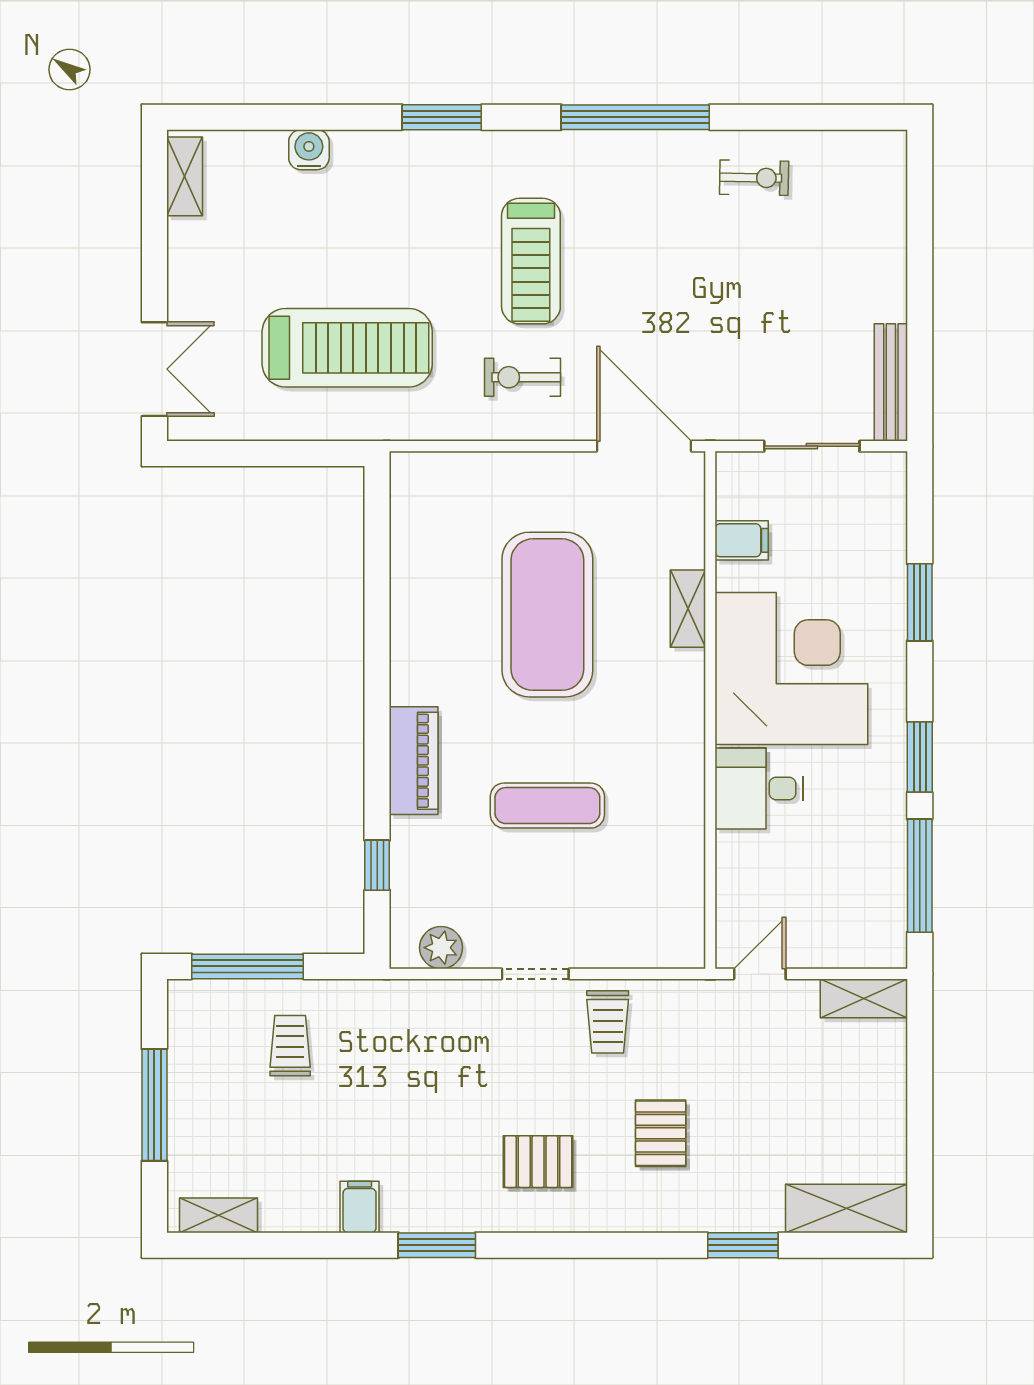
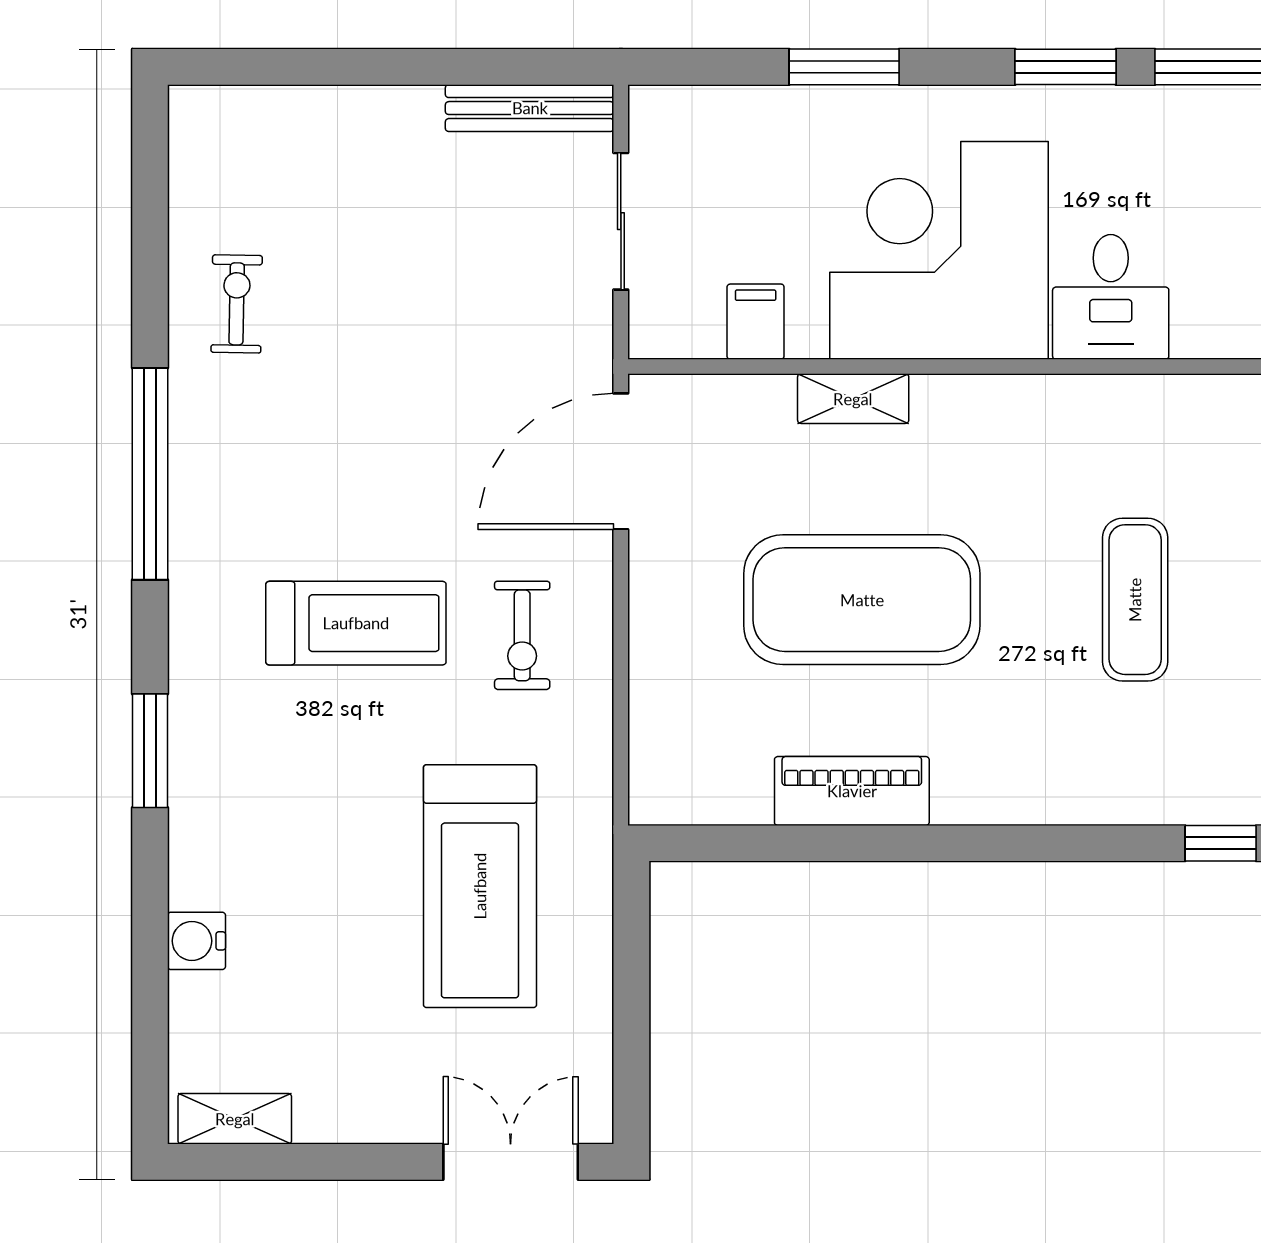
treadmill: (347, 348) -> (480, 886), turned 180
piano: (414, 761) -> (852, 791), moved

